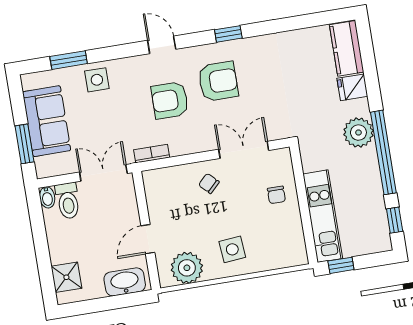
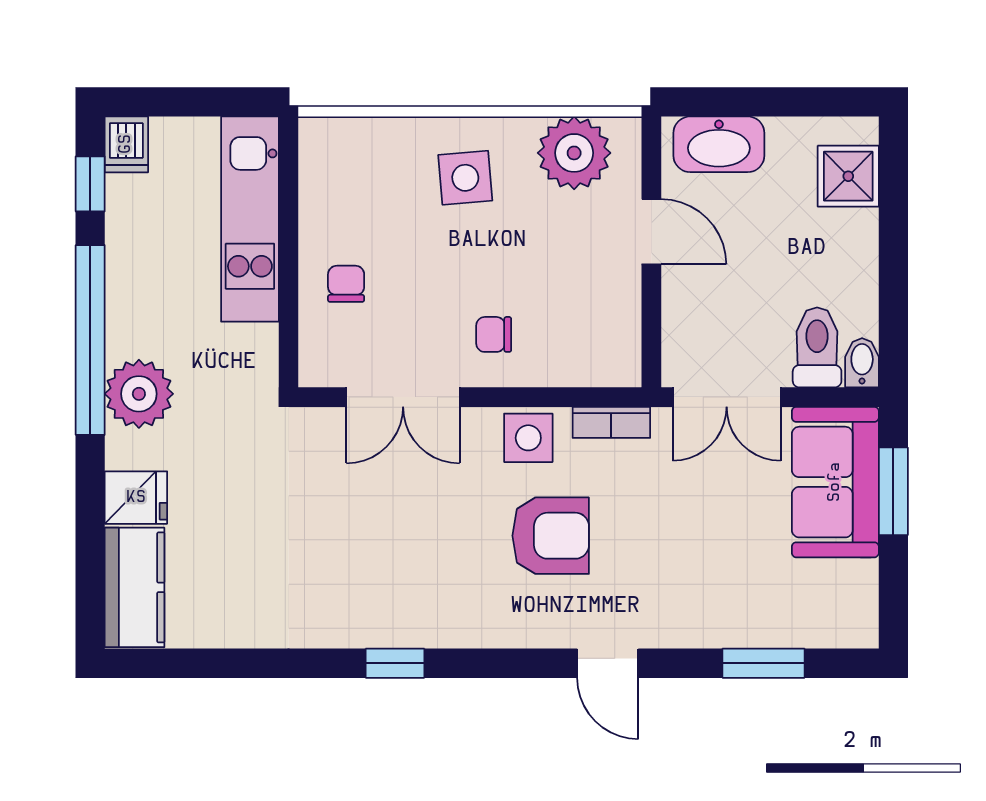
door: (162, 45) -> (608, 663), moved
side table: (97, 80) -> (528, 438), moved
armchair: (218, 81) -> (435, 560), removed
sofa: (47, 121) -> (835, 482), moved
chair: (209, 183) -> (494, 334), turned 135
door: (148, 239) -> (651, 232), hinge flipped
dishwasher: (382, 240) -> (126, 144), added
window: (341, 265) -> (227, 102), removed

